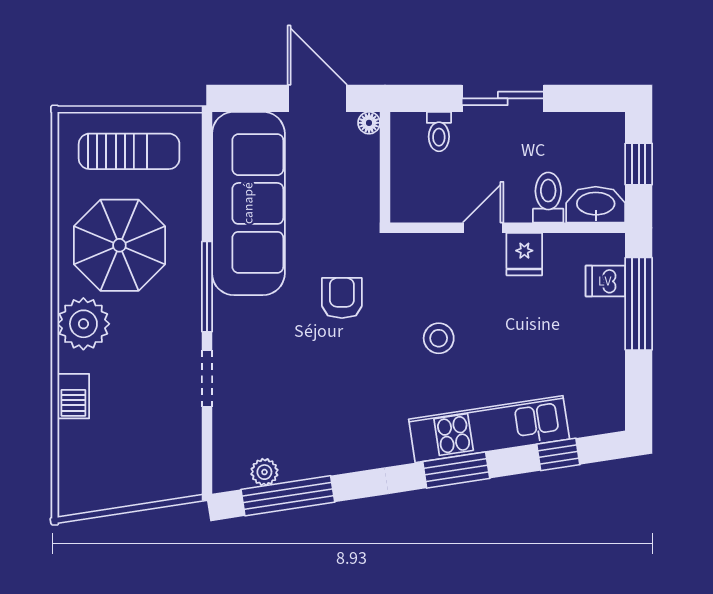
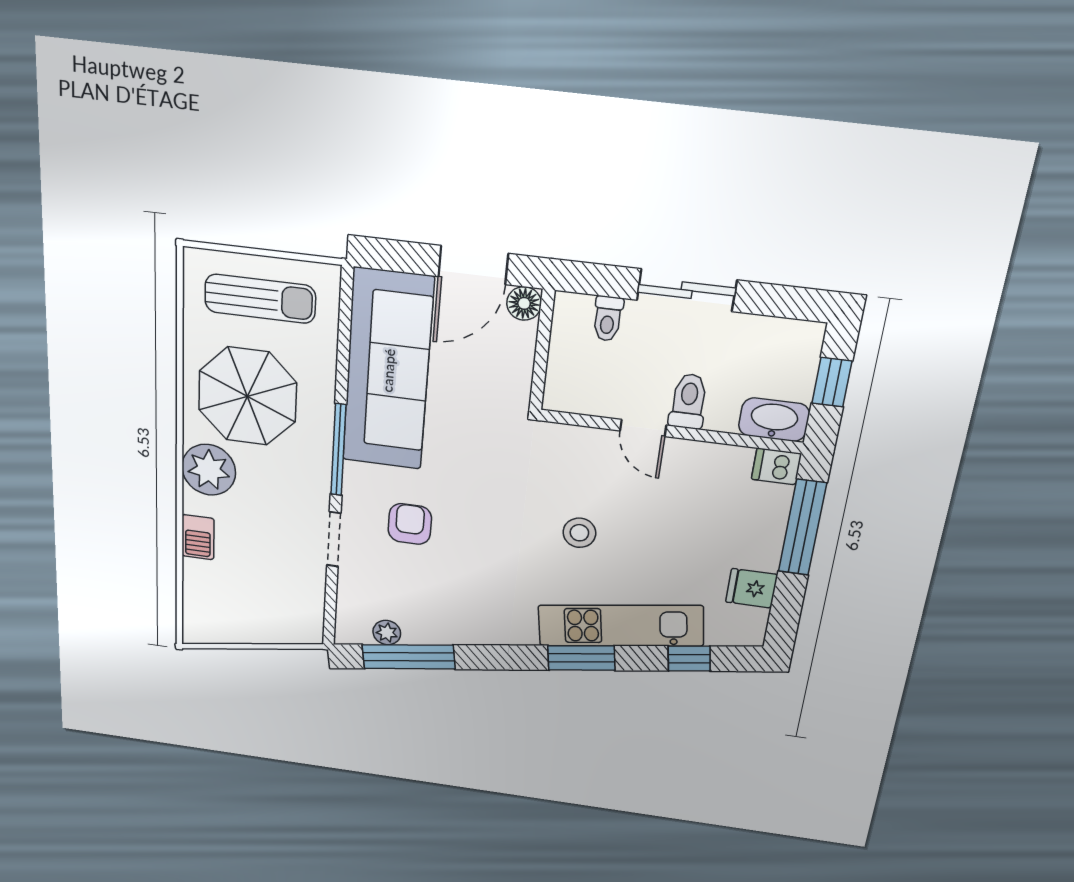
door: (317, 98) -> (473, 265), swing flipped
floor lamp: (369, 123) -> (524, 303), width x1.37, depth x1.37
toilet: (548, 198) -> (688, 401), moved
door: (483, 228) -> (643, 428), swing flipped
fridge: (524, 254) -> (752, 588), moved, turned 90
dishwasher: (605, 281) -> (776, 466), moved
armchair: (342, 298) -> (410, 524), moved

